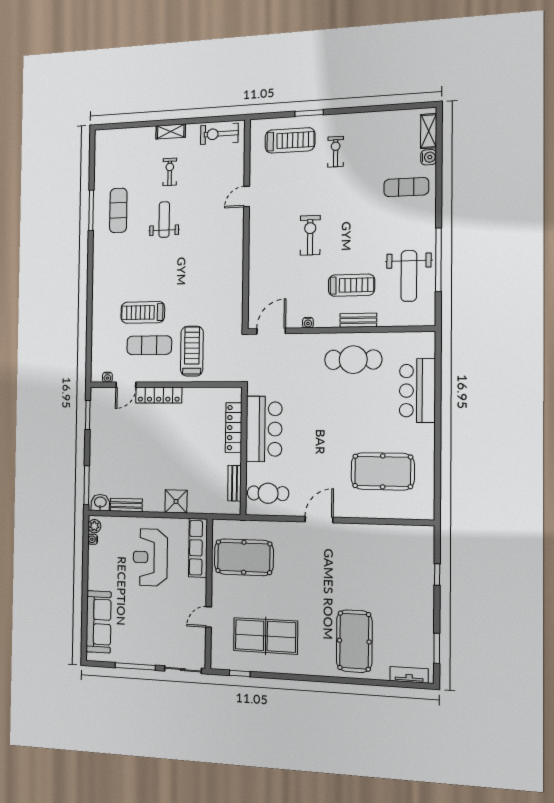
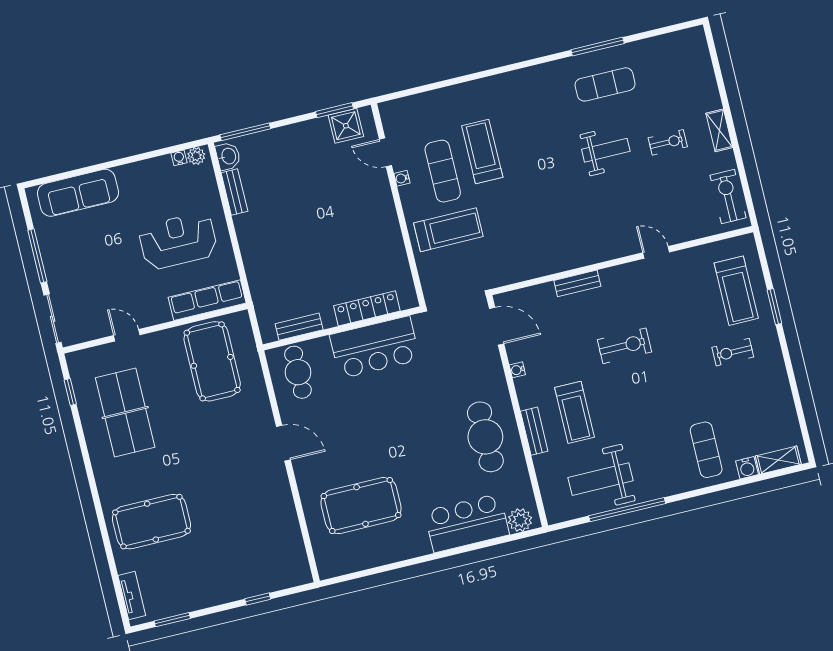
exercise bike: (336, 152) -> (733, 352), turned 180
bench: (255, 262) -> (577, 283), added
plant: (426, 347) -> (520, 520), added
water cooler: (107, 377) -> (402, 178), moved
locker: (159, 395) -> (383, 200), removed
pool table: (383, 471) -> (361, 506), turned 90
shower: (176, 501) -> (346, 126), moved

